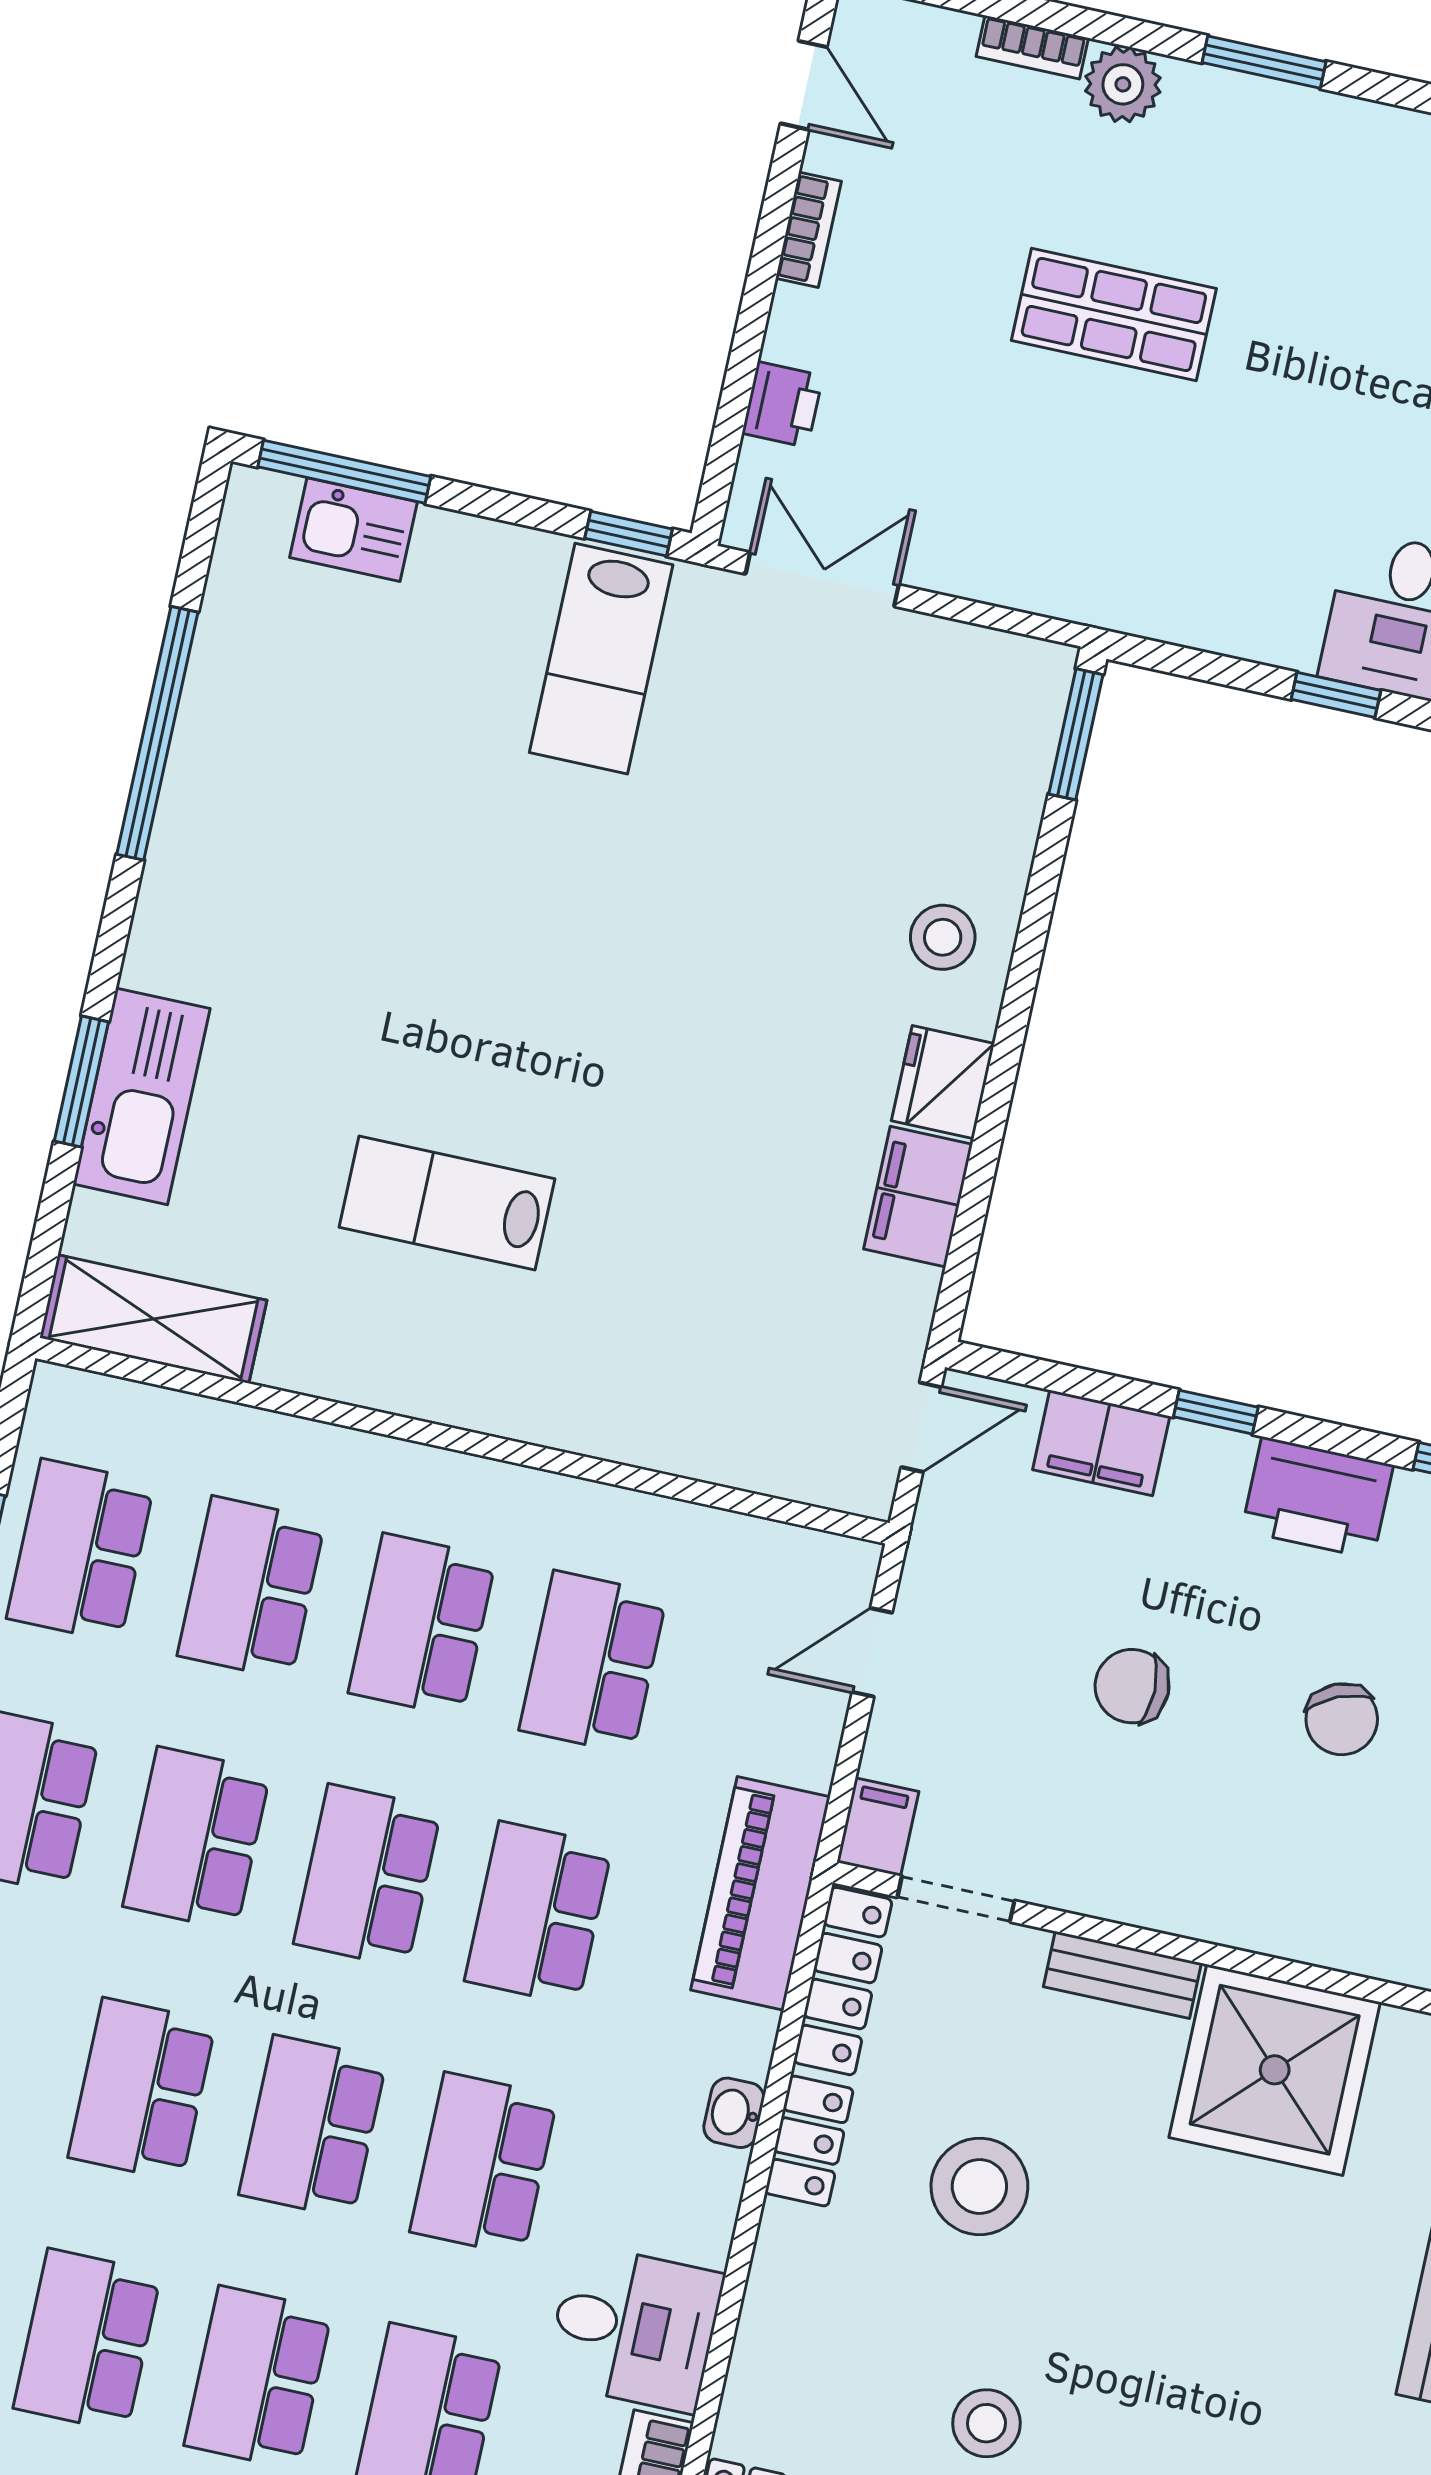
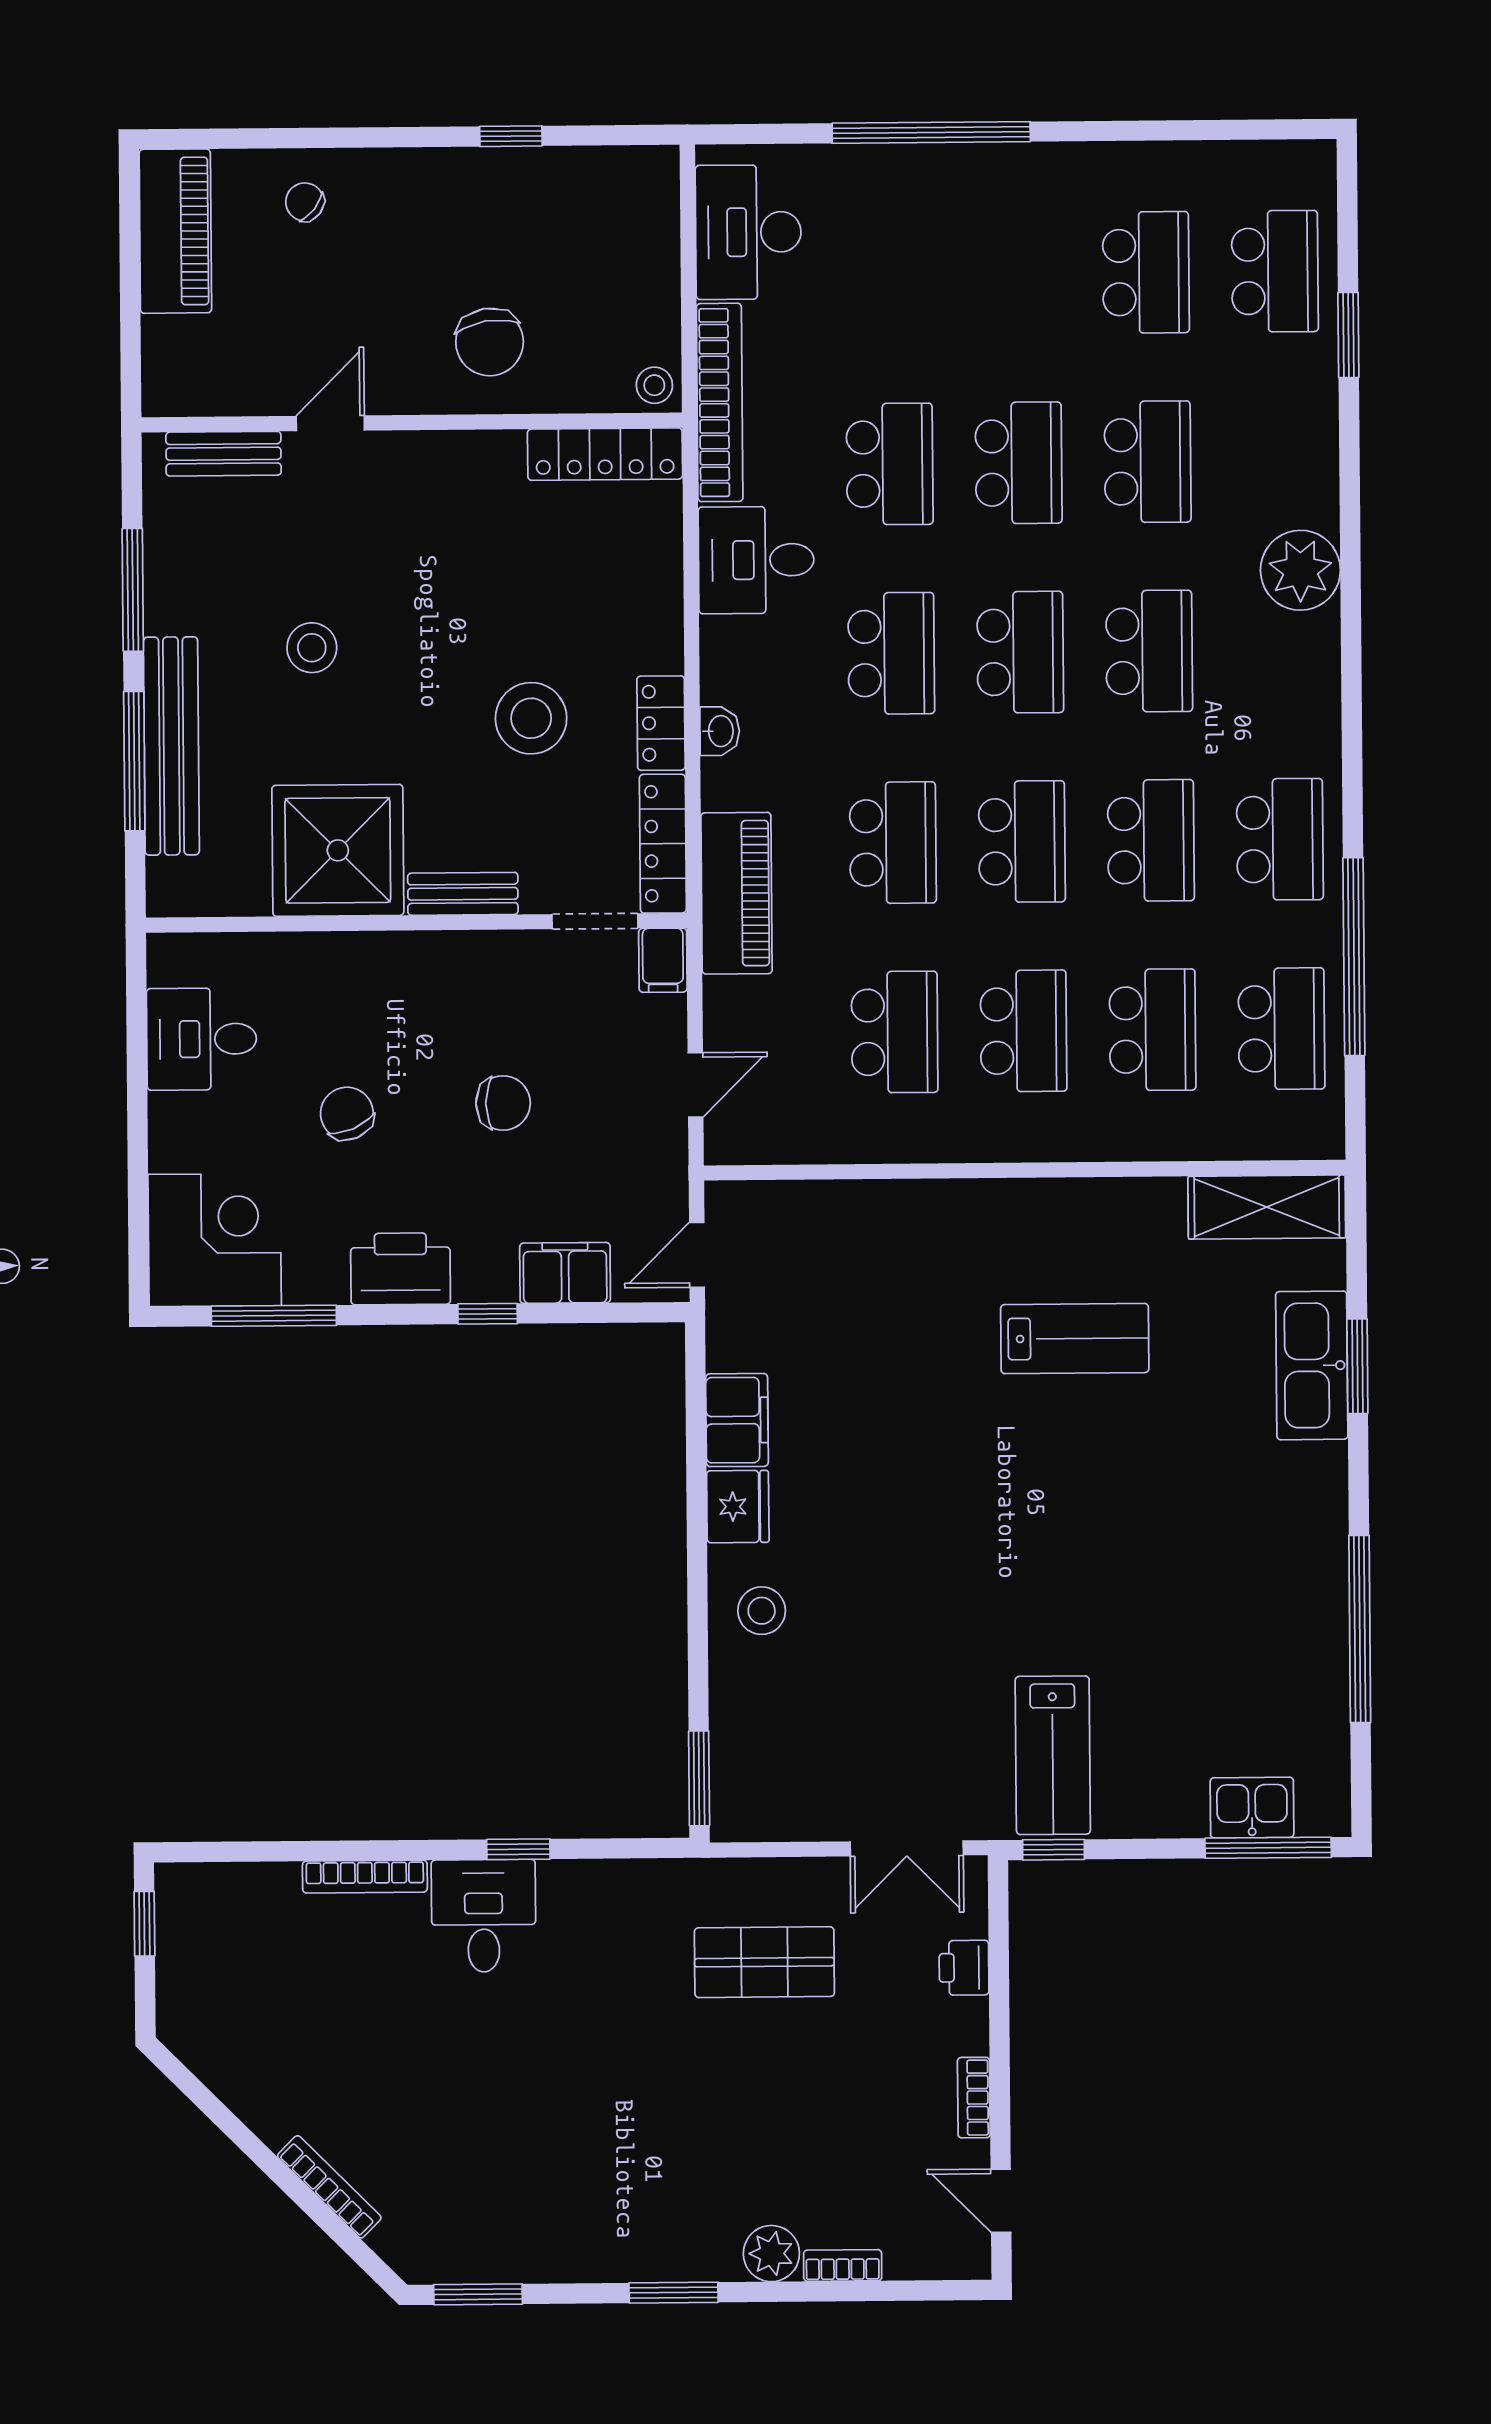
shop shelf: (1114, 314) -> (764, 1962), moved
lab bench: (601, 659) -> (1053, 1755), turned 180
stool: (986, 2423) -> (312, 648), moved

